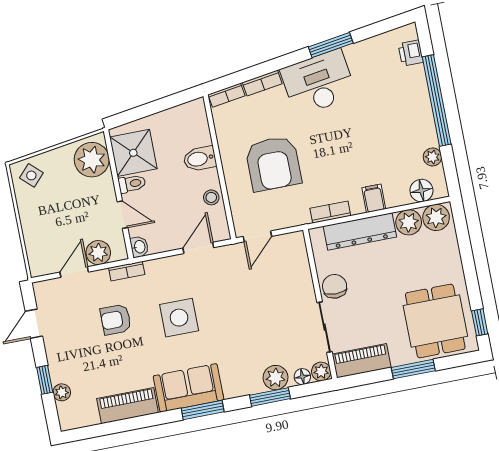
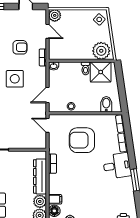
desk: (318, 83) -> (117, 166), width x0.73
bidet: (200, 159) -> (106, 104), moved
filing cabinet: (374, 198) -> (55, 199), moved
door: (122, 215) -> (71, 61), removed
door: (198, 248) -> (47, 95), swing flipped
plant: (98, 253) -> (55, 15), moved
chair: (335, 286) -> (15, 159), removed
armchair: (116, 320) -> (20, 47), turned 90

